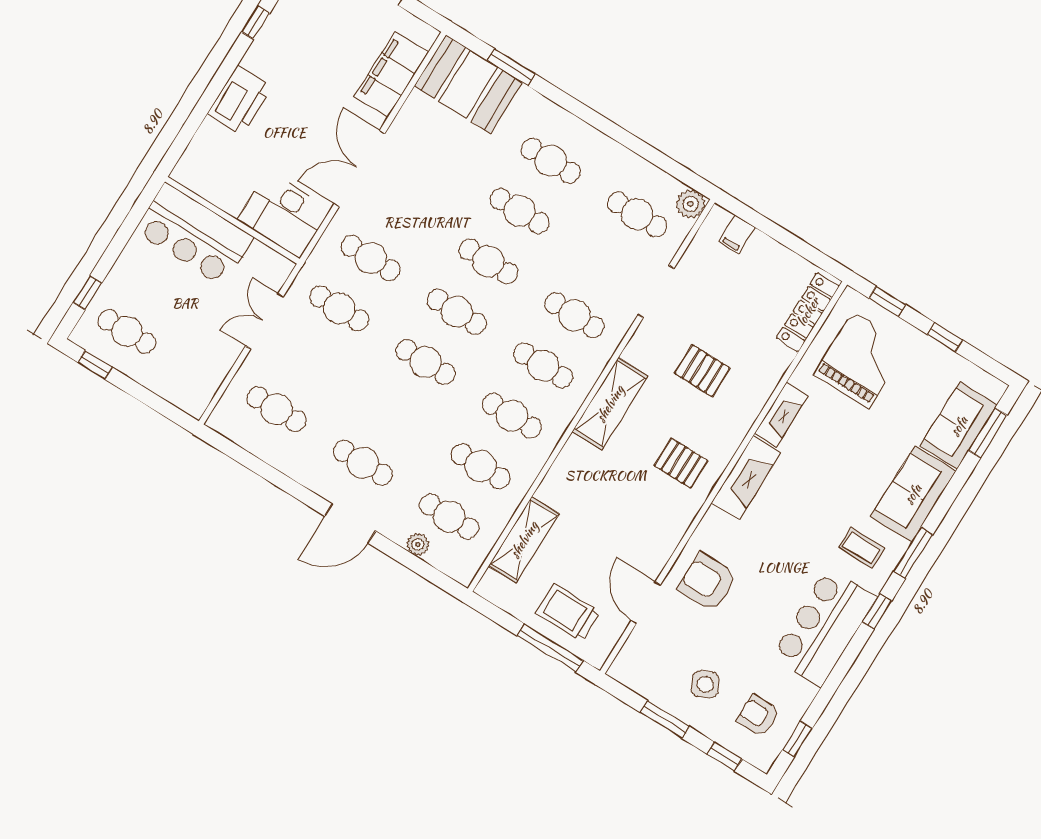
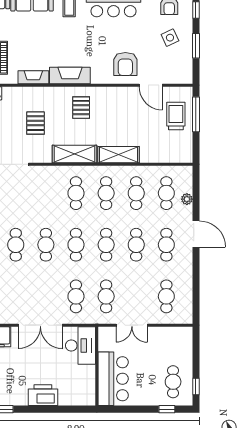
cafe table: (574, 315) -> (136, 245), moved
shelving: (524, 540) -> (118, 155), moved
door: (646, 603) -> (151, 85), hinge flipped
trolley: (568, 613) -> (176, 116), turned 180

